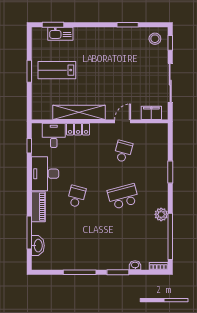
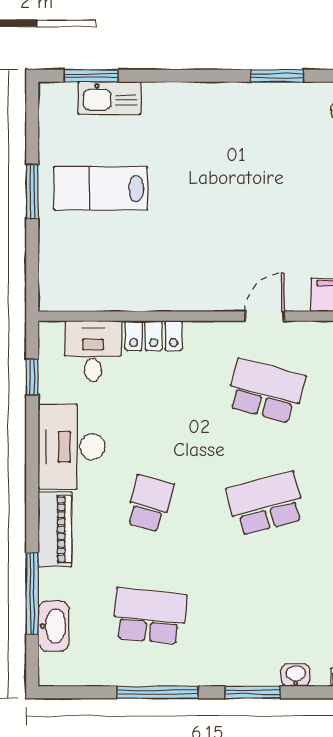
shelving: (79, 112) -> (156, 294), removed
school desk: (123, 151) -> (266, 391), width x1.85
school desk: (76, 242) -> (150, 616), added

